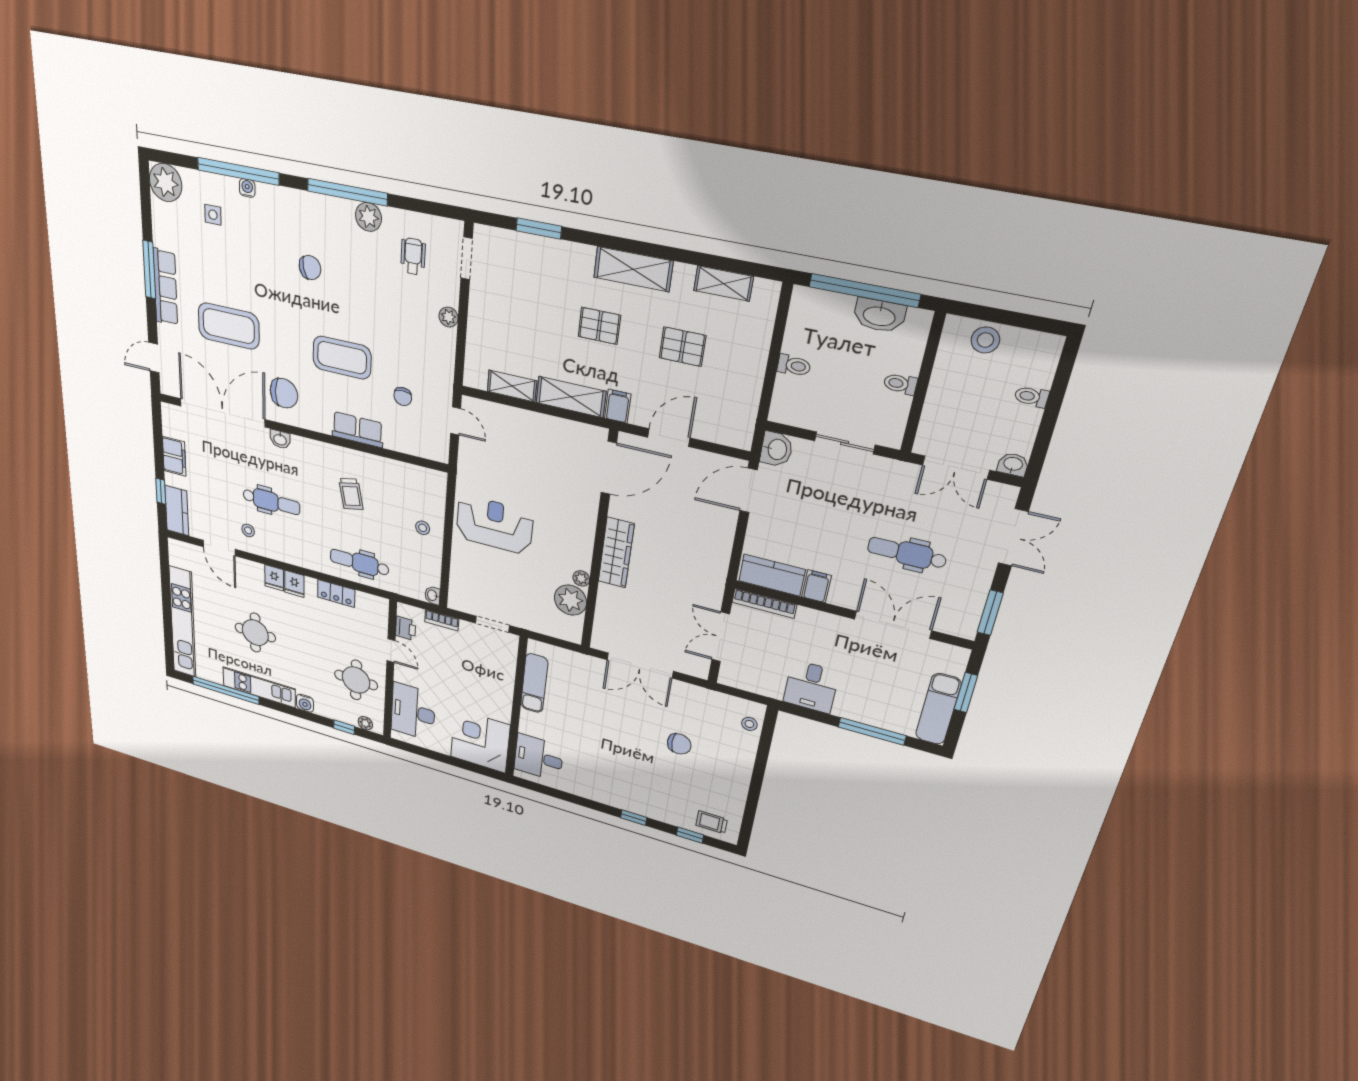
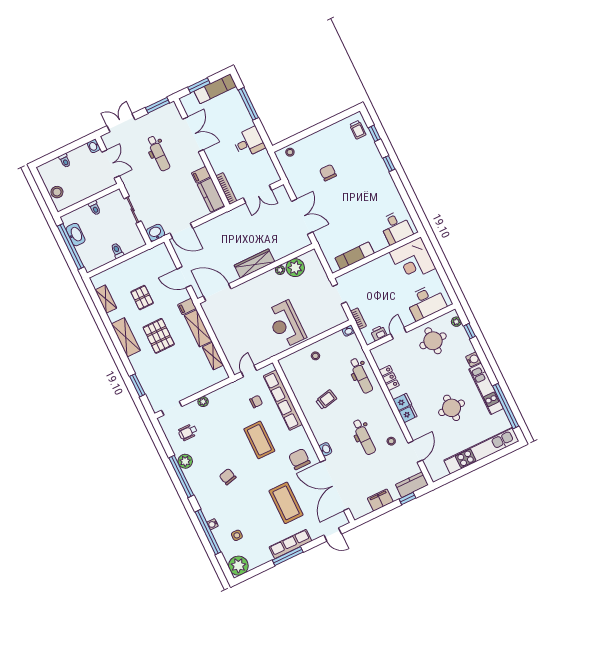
pallet: (599, 326) -> (159, 336), width x1.50, depth x1.42
row of seats: (358, 430) -> (283, 400), width x2.02
dental chair: (271, 501) -> (364, 437), turned 180
double door: (893, 625) -> (193, 134), swing flipped

